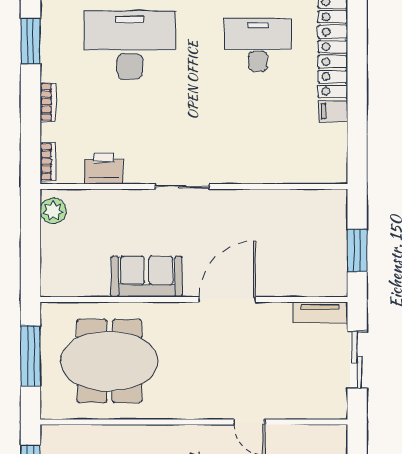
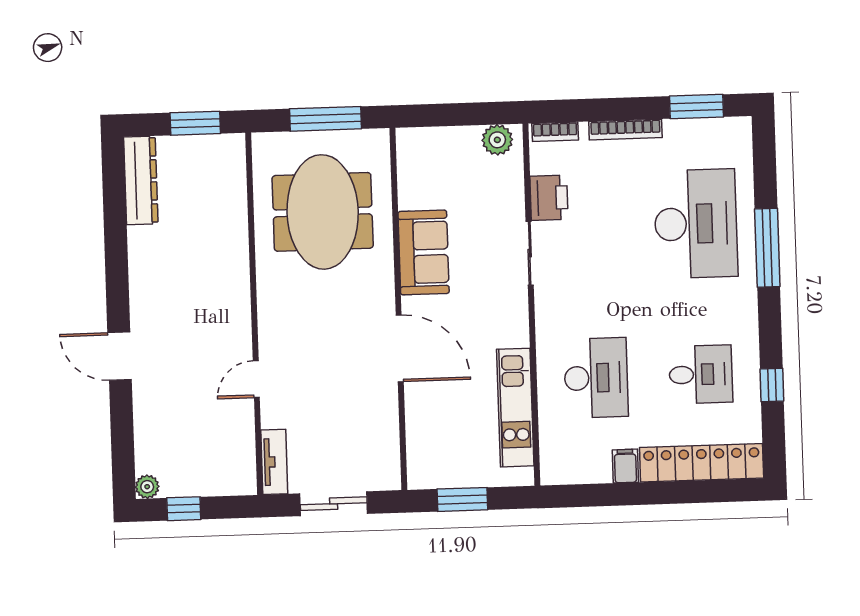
desk: (258, 45) -> (701, 374), width x0.73
bookcase: (48, 102) -> (625, 130), width x1.56
desk: (258, 134) -> (596, 378), added
sliding door: (182, 187) -> (530, 253), moved
kitchen unit: (281, 203) -> (515, 408), added
tv unit: (320, 312) -> (274, 462), moved, turned 180

